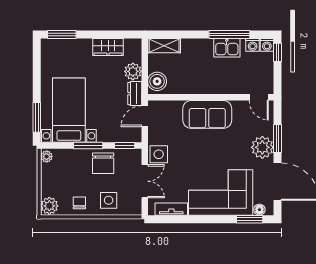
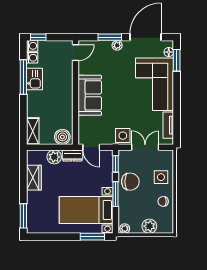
plant: (262, 147) -> (117, 45), width x0.53, depth x0.53
plant: (49, 206) -> (149, 226), moved

